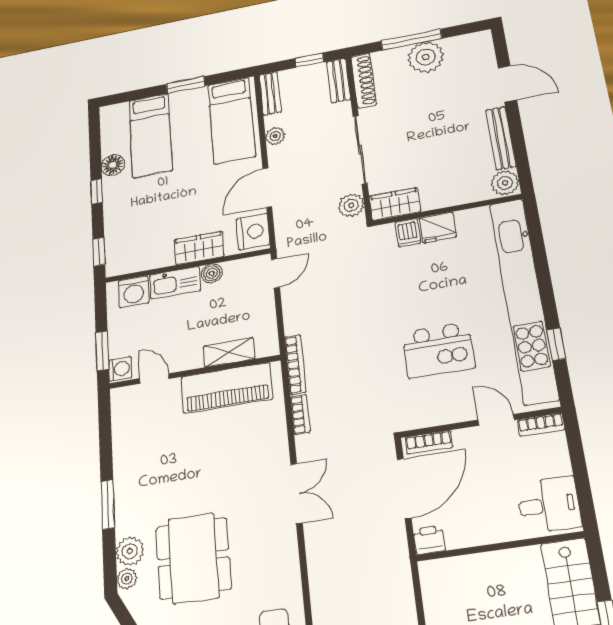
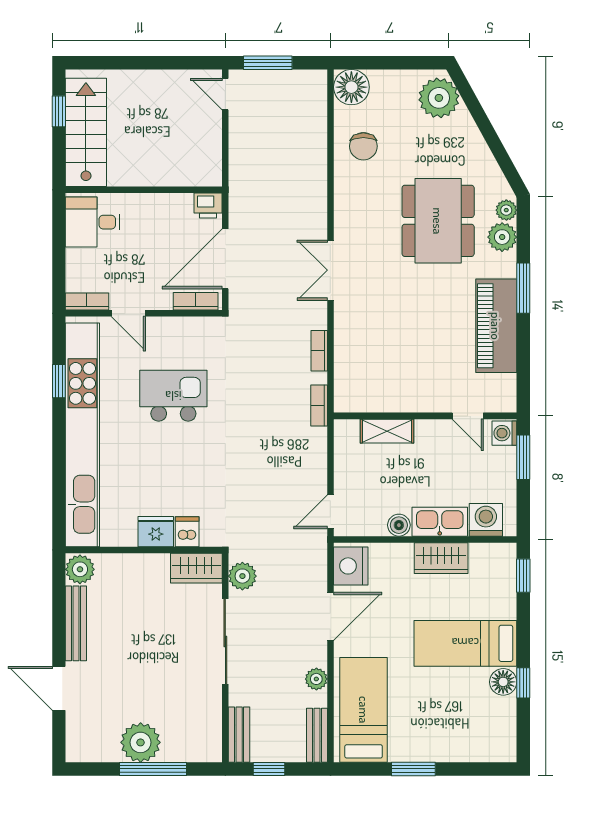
shoe rack: (364, 81) -> (212, 728), removed
bed: (151, 135) -> (465, 643), moved, turned -90
window: (97, 191) -> (523, 683), moved
wardrobe: (199, 248) -> (441, 558), moved
bookcase: (295, 364) -> (319, 406), width x0.64
piano: (227, 388) -> (496, 326), moved, turned -90

